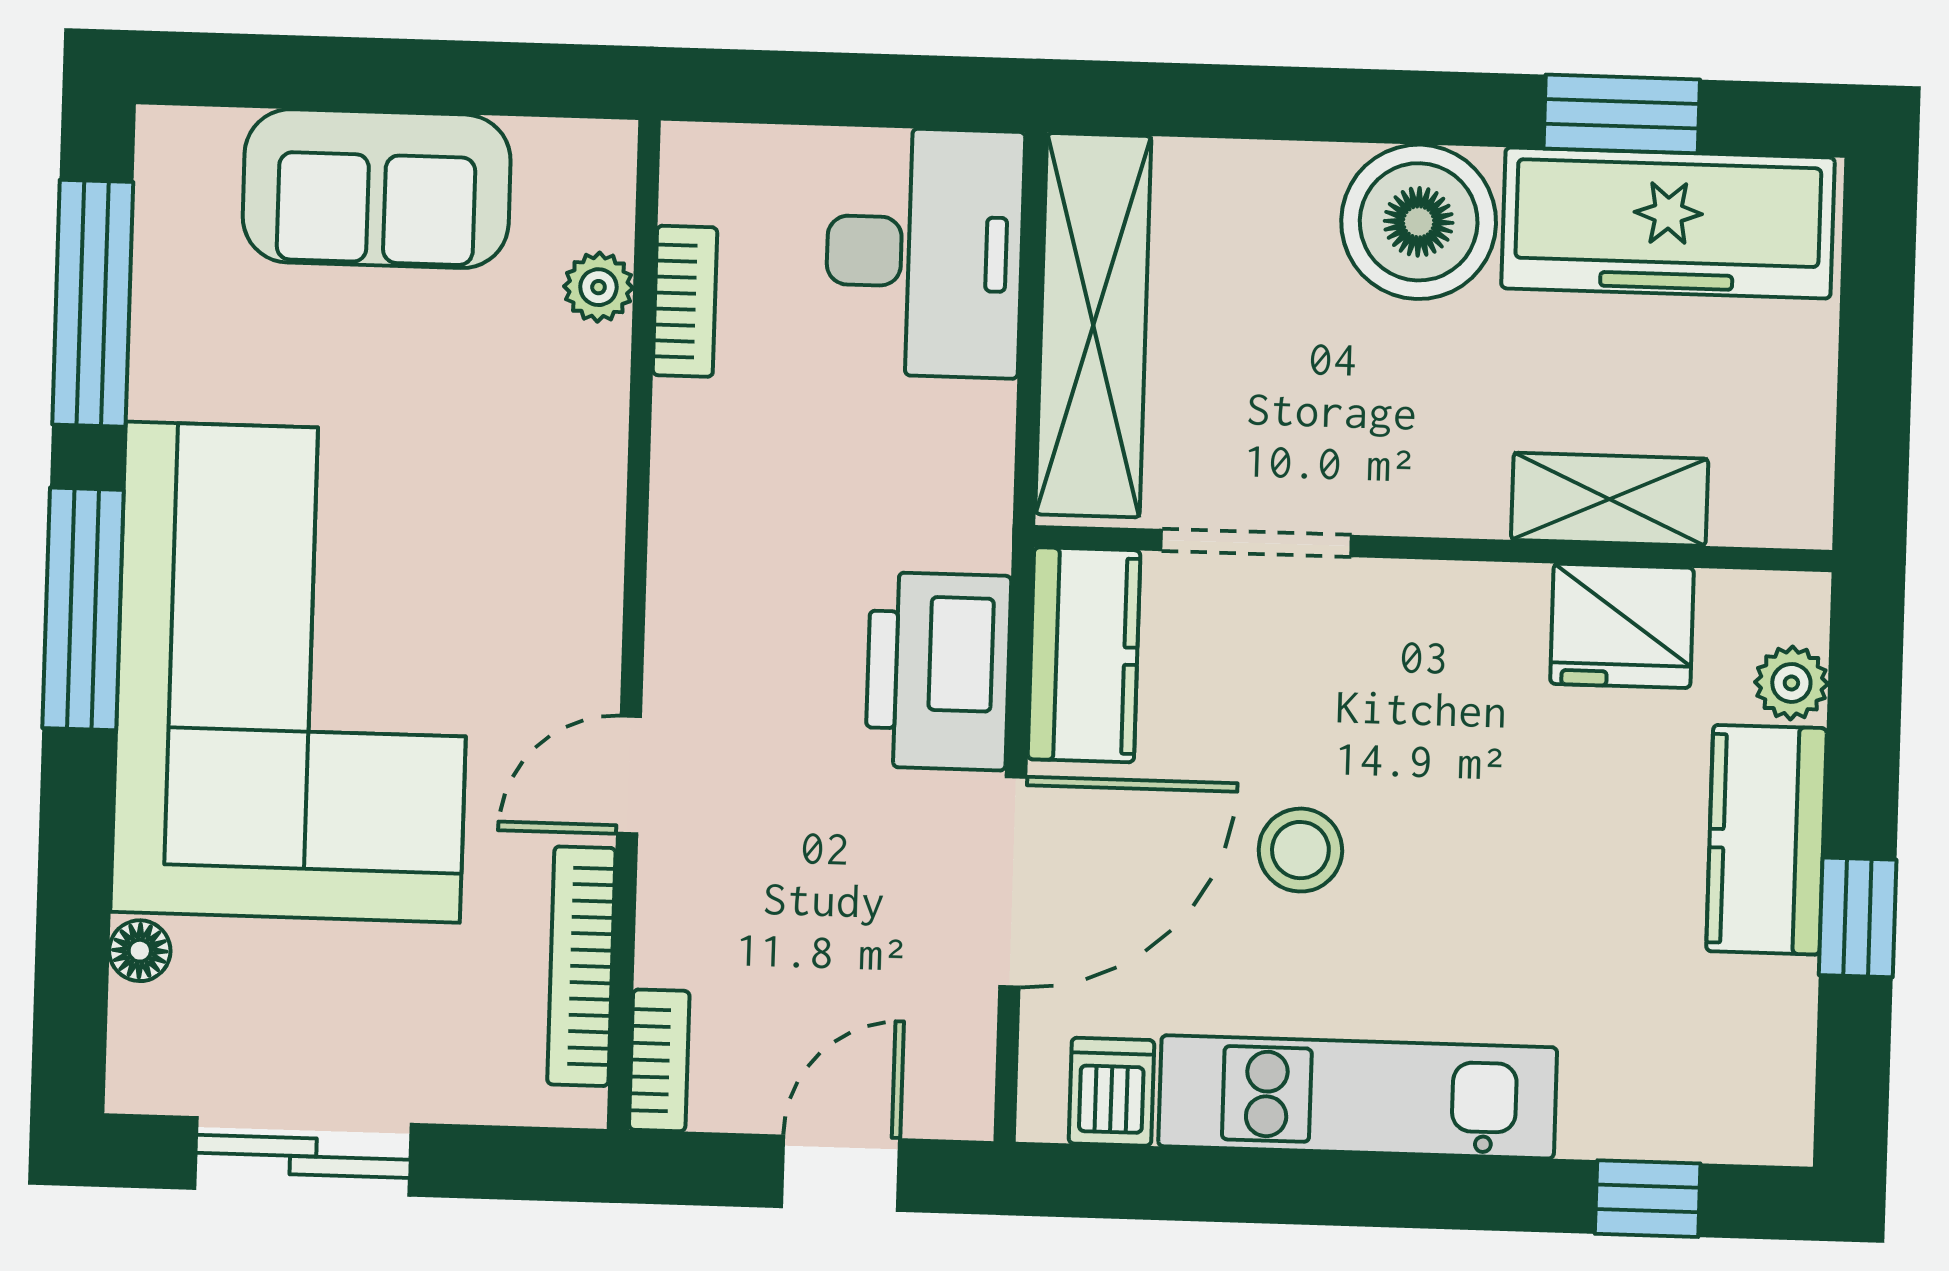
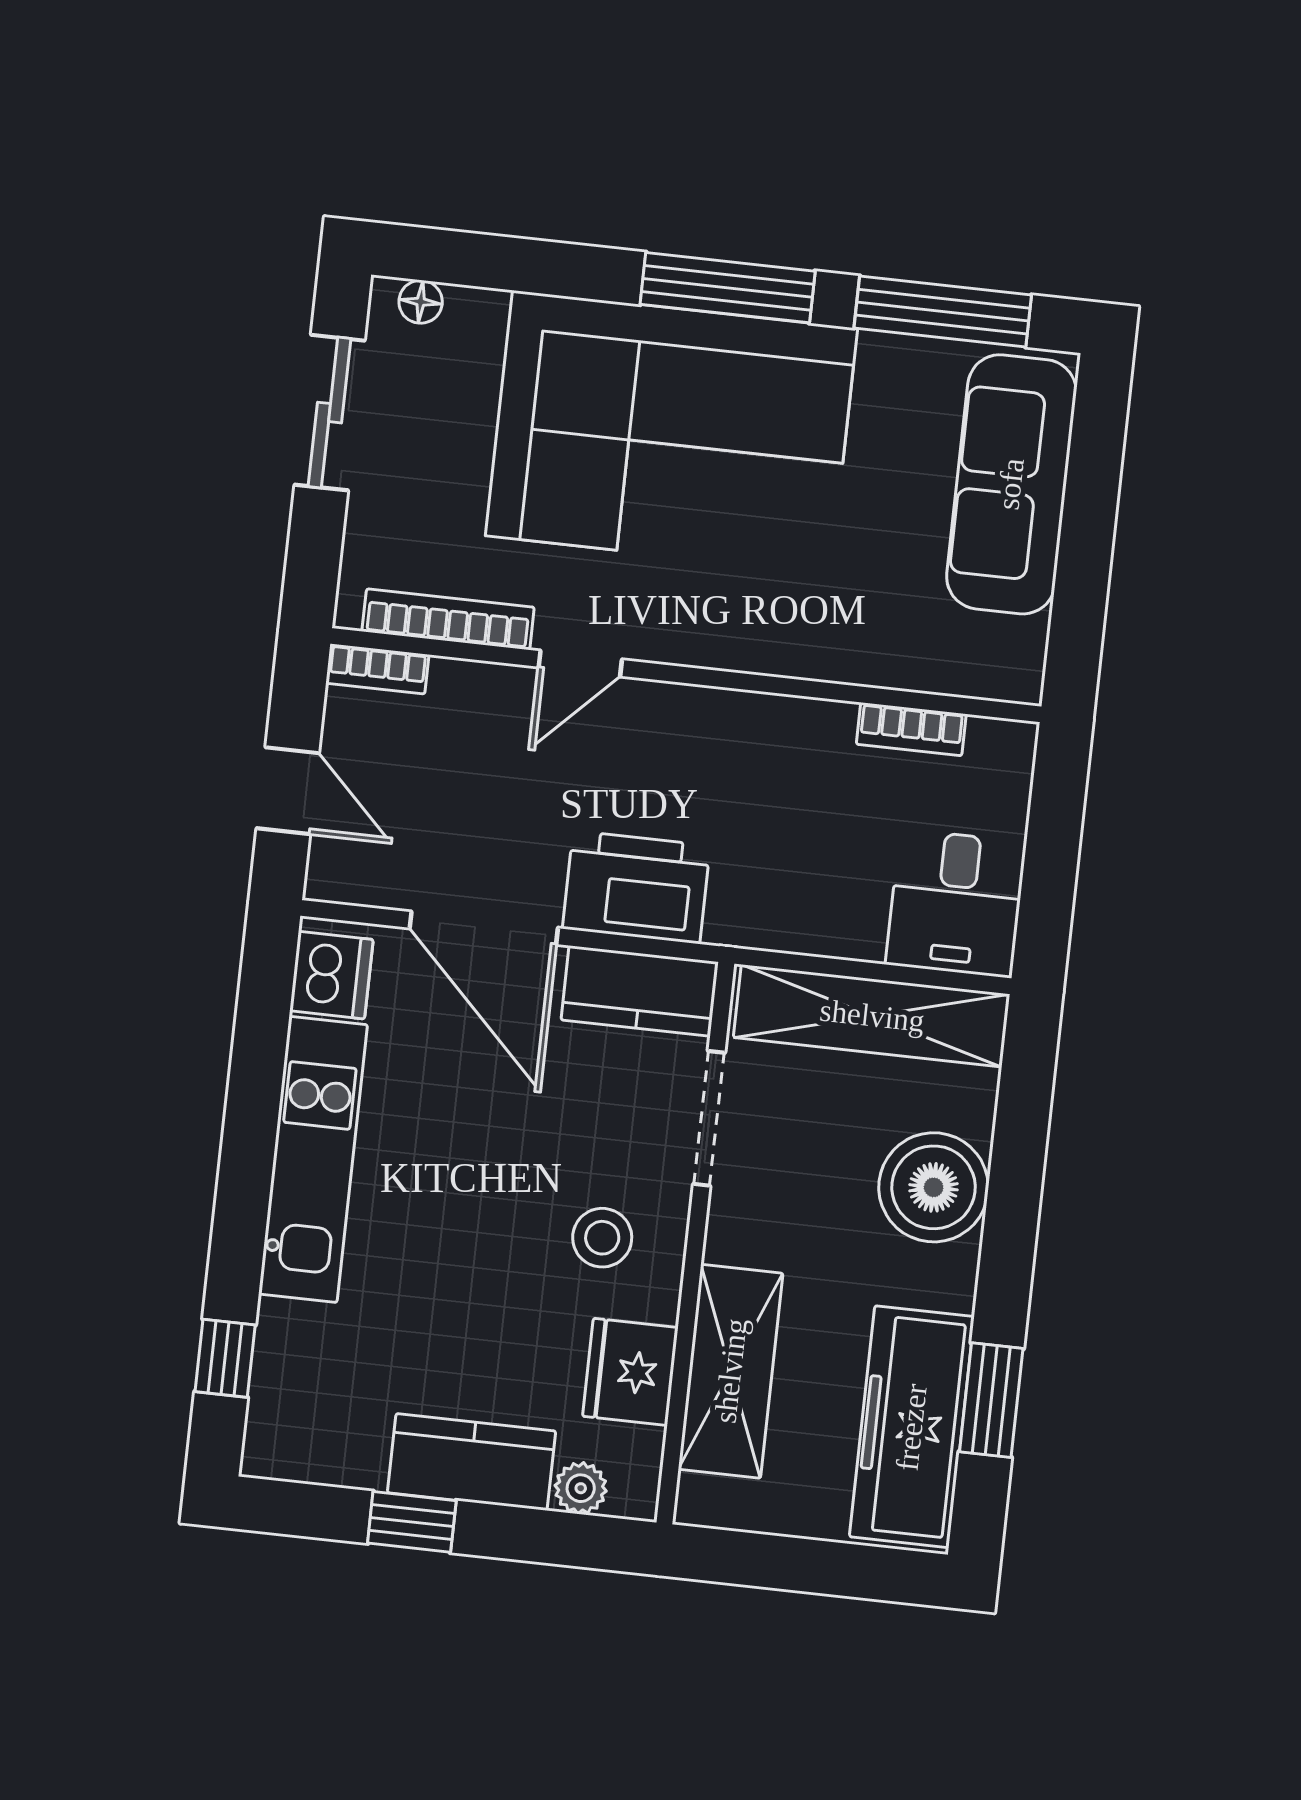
sofa: (377, 189) -> (1011, 484), width x1.36
boiler: (1419, 222) -> (934, 1187), moved
desk: (924, 252) -> (956, 903), width x0.73
plant: (598, 287) -> (926, 669), removed
shelving: (1610, 499) -> (731, 1371), width x1.50, depth x1.33
door: (629, 775) -> (580, 663), swing flipped
stool: (1300, 850) -> (602, 1238), moved
floor lamp: (140, 951) -> (421, 302), moved
dishwasher: (1111, 1092) -> (331, 975), width x1.38

